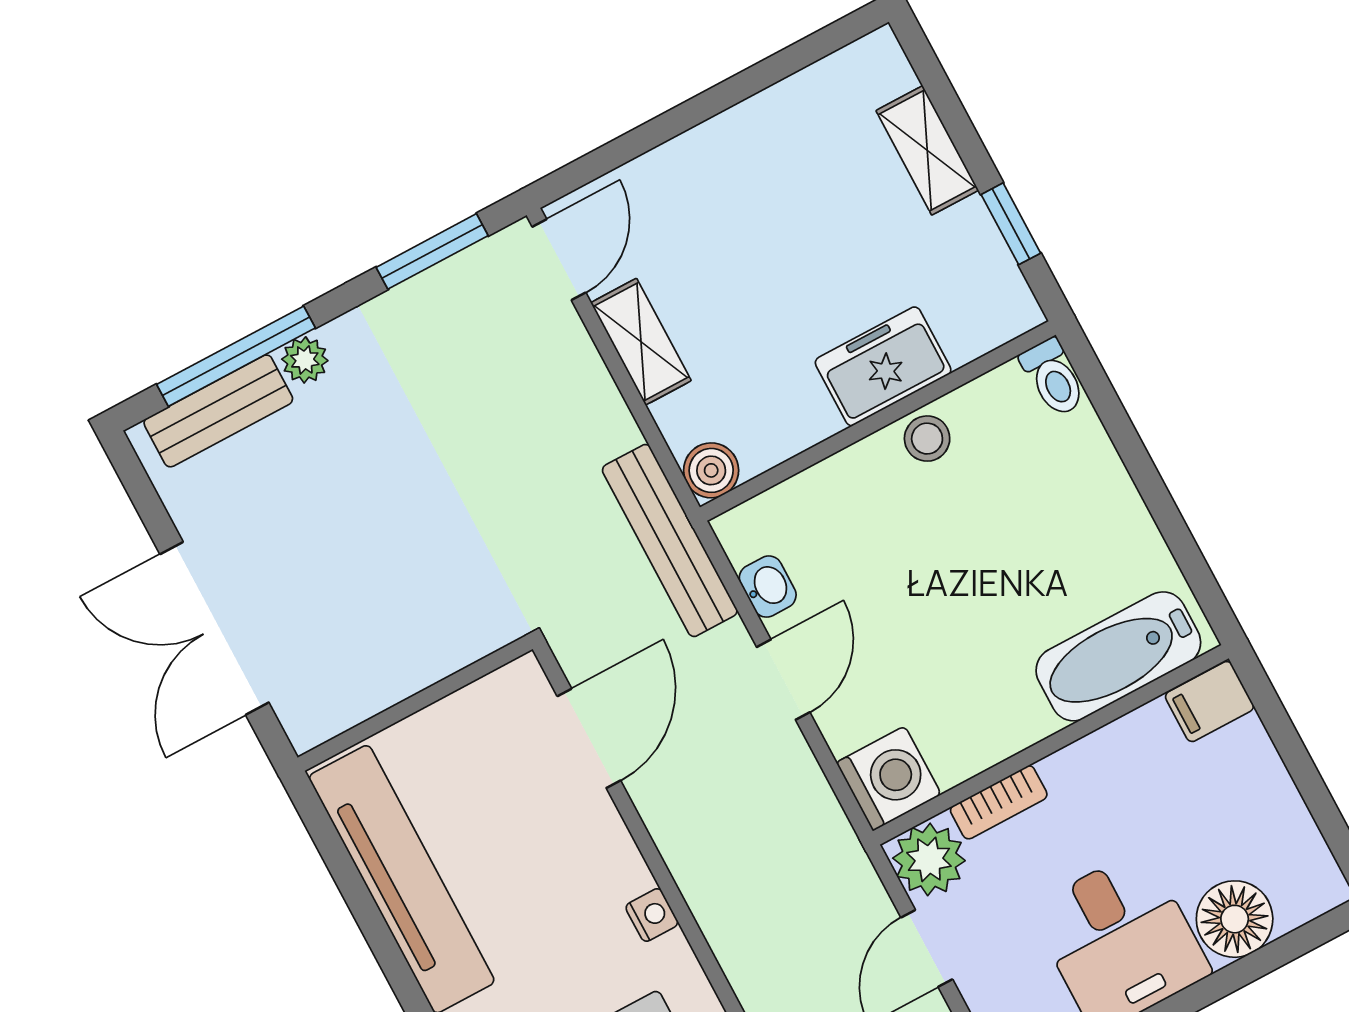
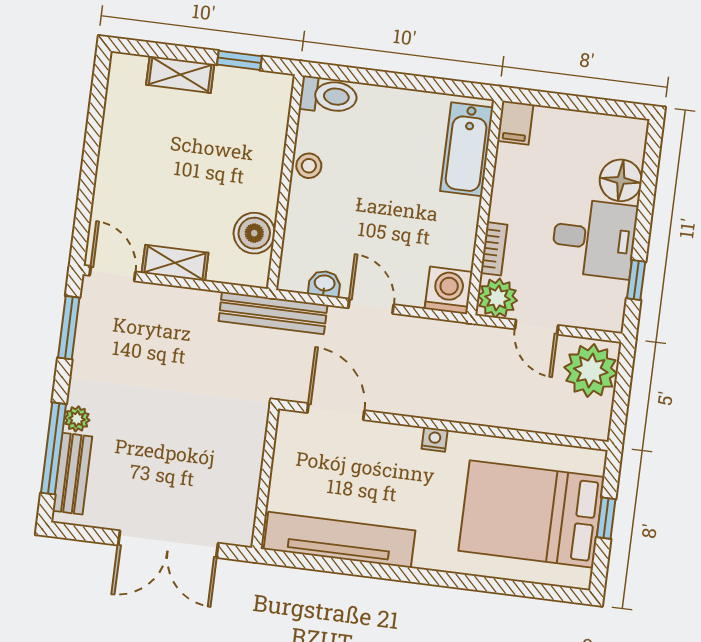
freezer: (883, 366) -> (263, 163), removed
toilet: (1053, 378) -> (329, 96), width x1.37, depth x1.39
boiler: (711, 470) -> (254, 233), moved, width x1.36, depth x1.36

